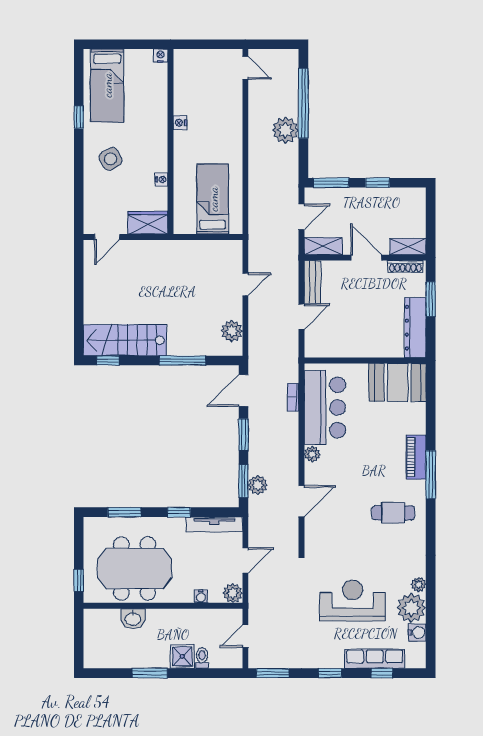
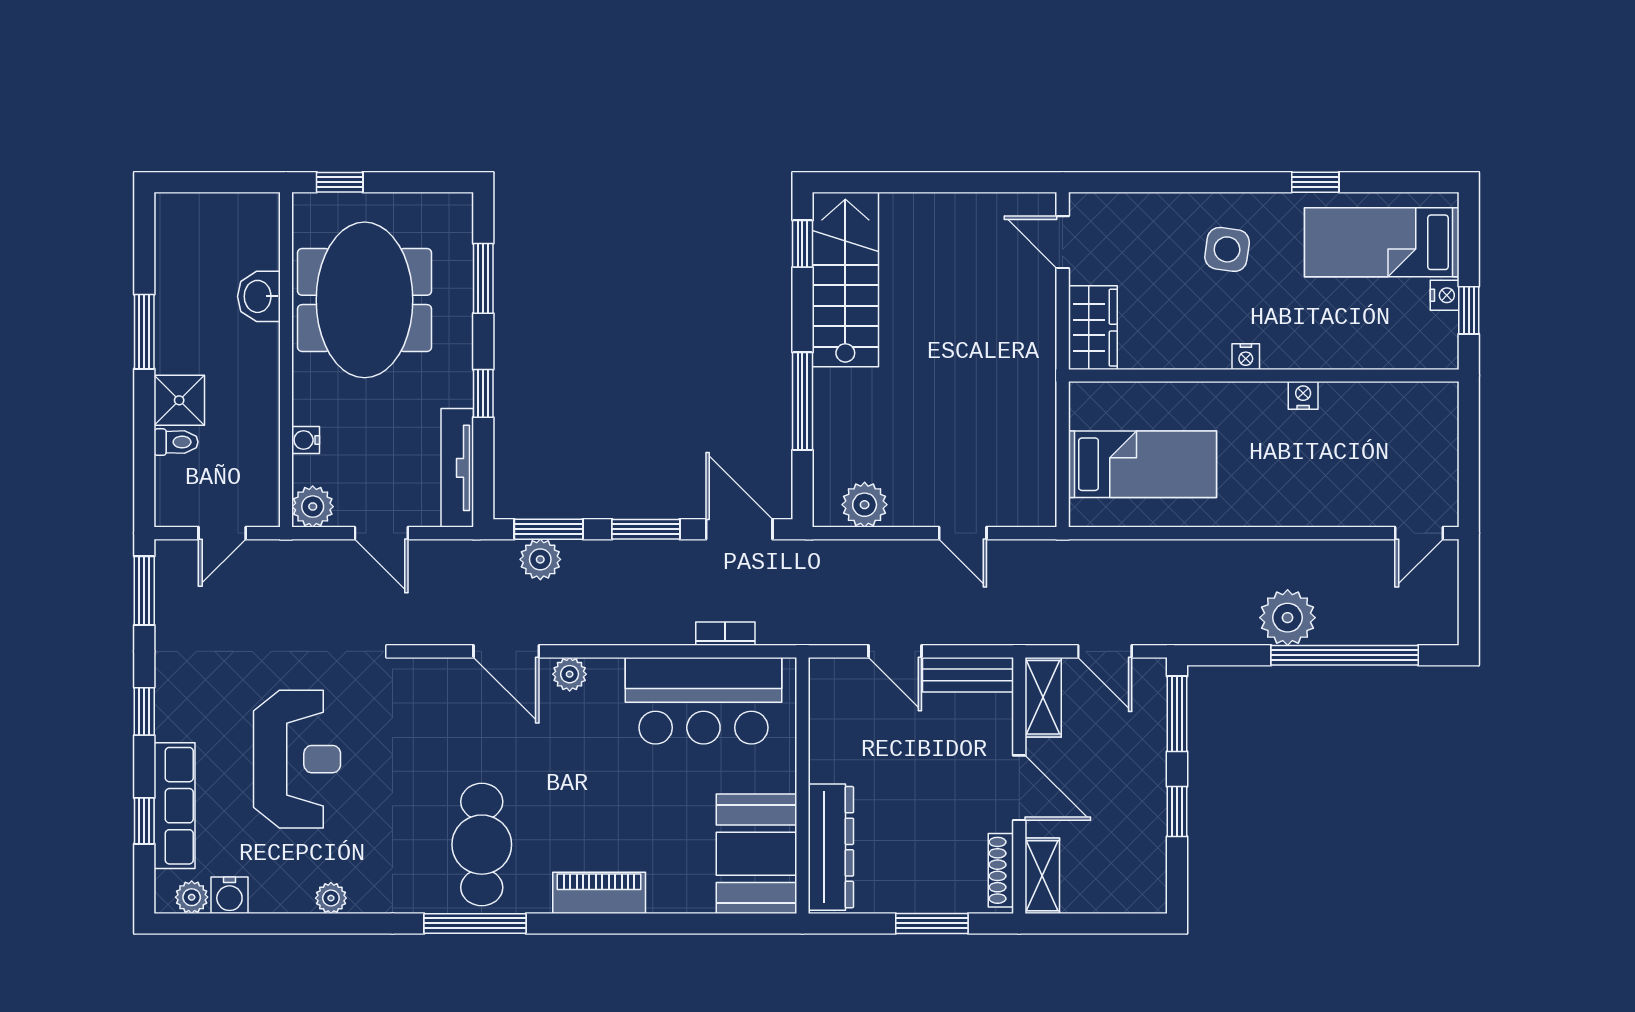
window: (140, 44) -> (1469, 310), added
nightstand: (160, 56) -> (1445, 295), moved
side table: (111, 159) -> (1227, 249), turned 38
nightstand: (161, 179) -> (1246, 357), moved
door: (366, 258) -> (1019, 788), hinge flipped
dresser: (415, 328) -> (831, 847), moved, turned 90
plant: (312, 454) -> (570, 674), moved
window: (431, 475) -> (475, 923), moved
cafe table: (393, 513) -> (482, 845), width x1.37, depth x1.35
plant: (411, 608) -> (192, 897), moved, width x0.53, depth x0.53
door: (245, 636) -> (222, 533), swing flipped

